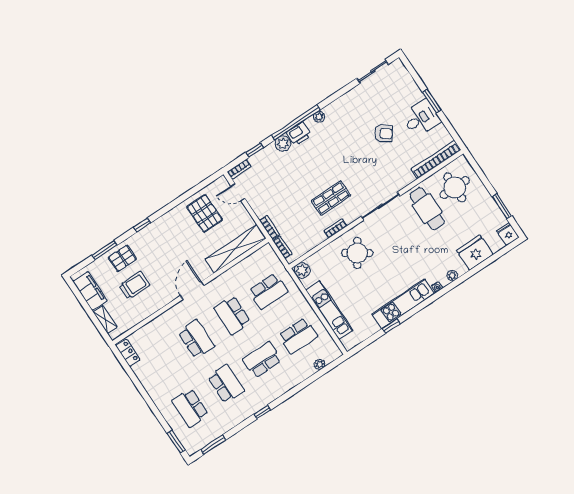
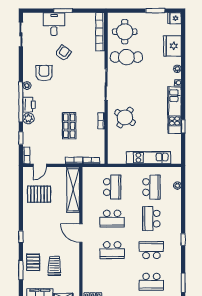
desk: (421, 118) -> (54, 24), moved
armchair: (346, 127) -> (44, 73), added
shop shelf: (331, 198) -> (69, 126), moved
plant: (302, 270) -> (113, 158), removed
school desk: (196, 339) -> (112, 250), turned 180

